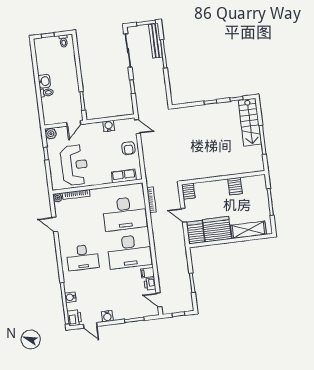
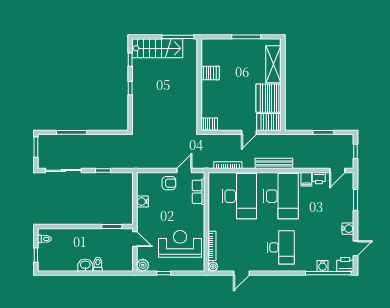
bench: (155, 41) -> (274, 163), moved
door: (137, 126) -> (184, 170), moved
wall: (223, 178) -> (199, 85), moved
server rack: (235, 186) -> (210, 73), moved
server rack: (188, 191) -> (209, 124), moved

